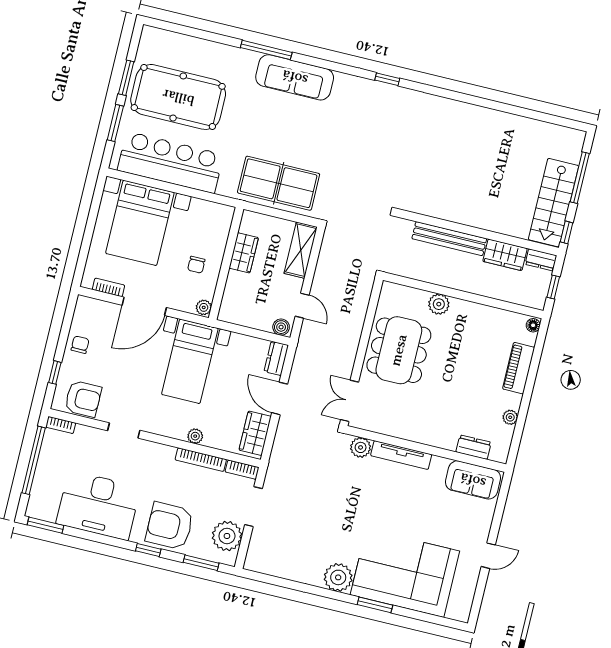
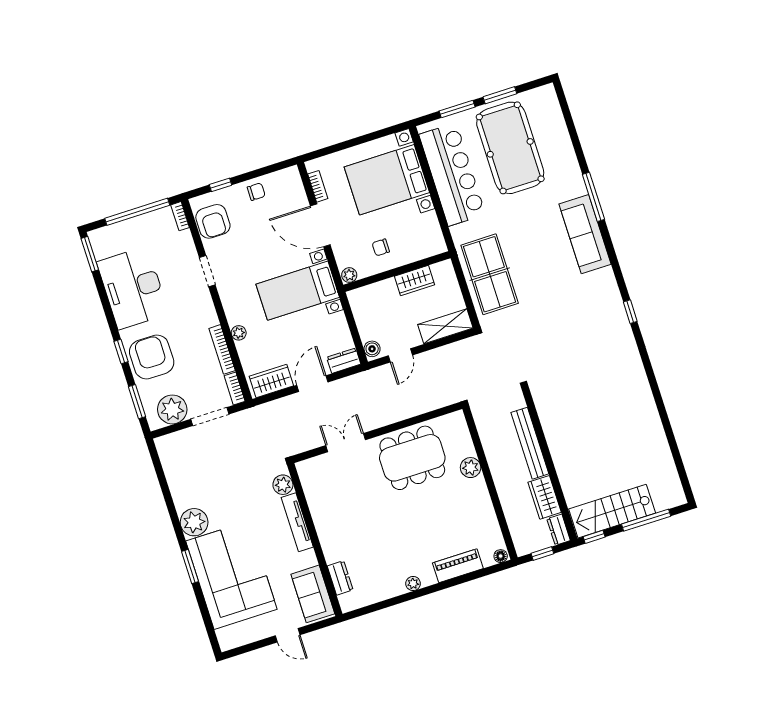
plant: (361, 447) -> (283, 485), moved
dresser: (474, 447) -> (340, 578), moved
wall: (426, 449) -> (315, 540), moved
tv unit: (401, 455) -> (297, 522), moved
sofa: (473, 480) -> (313, 594), moved

